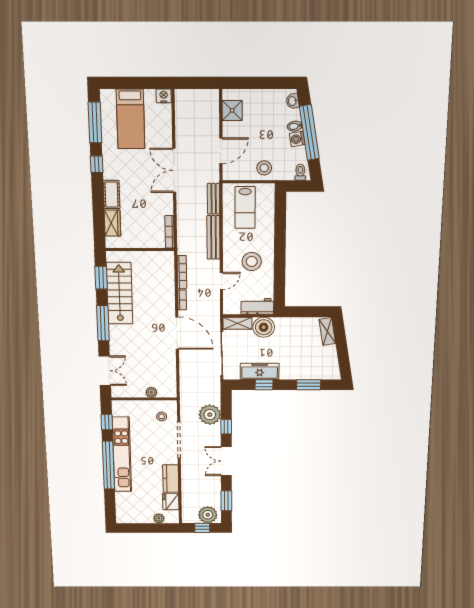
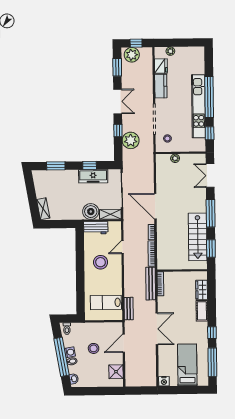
stool: (264, 168) -> (94, 348), moved
lab bench: (245, 208) -> (106, 302), turned -90
bench: (213, 237) -> (151, 284), moved

